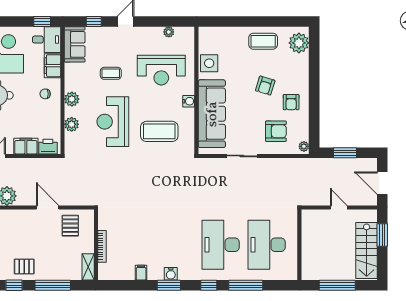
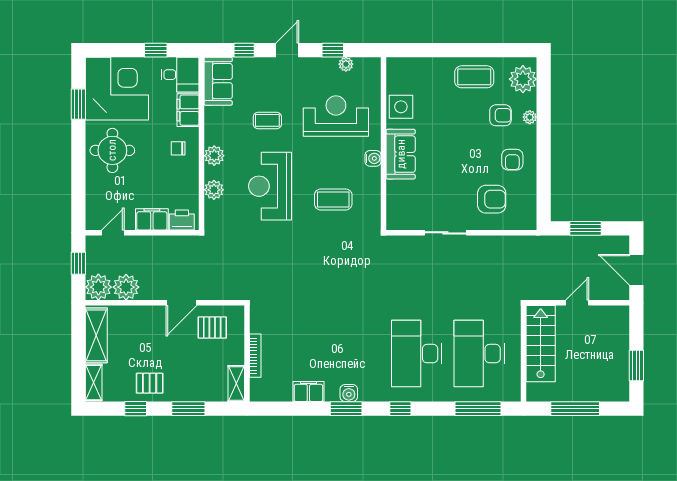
window: (42, 21) -> (156, 50), moved
window: (159, 21) -> (333, 50), added
reception desk: (161, 70) -> (336, 116), turned 180
armchair: (265, 86) -> (500, 115), moved, turned -107
sofa: (212, 114) -> (401, 154), width x0.54, depth x0.79
coffee table: (159, 131) -> (333, 199), width x0.73, depth x0.76
plant: (304, 146) -> (530, 117), moved
door: (48, 207) -> (181, 303), swing flipped
door: (339, 207) -> (577, 303), hinge flipped
pallet: (70, 226) -> (212, 328), turned 90
window: (382, 235) -> (636, 366), moved
stairs: (367, 251) -> (541, 344), moved, turned 180
filing cabinet: (141, 273) -> (308, 391), width x2.00
window: (53, 285) -> (188, 409), width x0.69
window: (246, 285) -> (478, 409), moved

